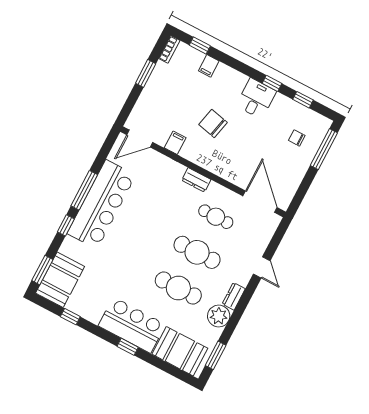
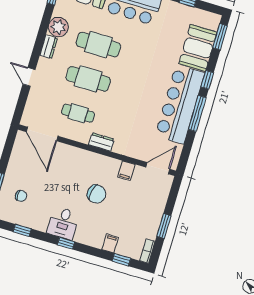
window: (272, 83) -> (66, 243), moved
booth: (60, 280) -> (198, 48), moved

